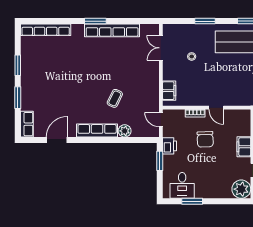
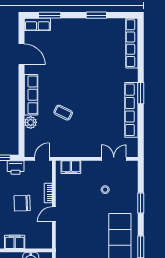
window: (18, 98) -> (50, 15), moved

